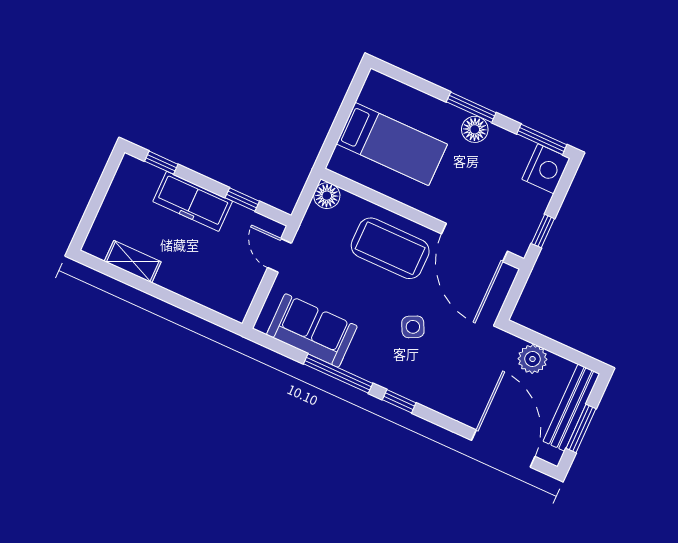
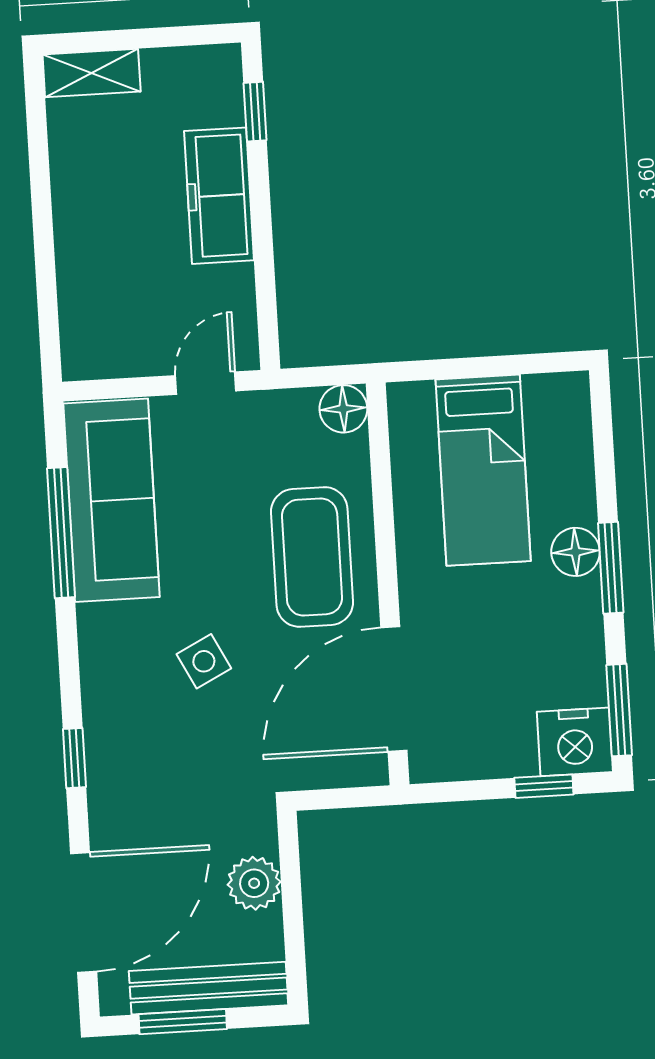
floor lamp: (475, 129) -> (576, 552), moved
window: (242, 199) -> (265, 275), removed
window: (543, 231) -> (544, 786), moved
shelving: (133, 262) -> (92, 73), moved, turned 90
sofa: (312, 330) -> (111, 500), width x1.36
window: (338, 374) -> (61, 533), moved
window: (399, 401) -> (74, 758), moved

